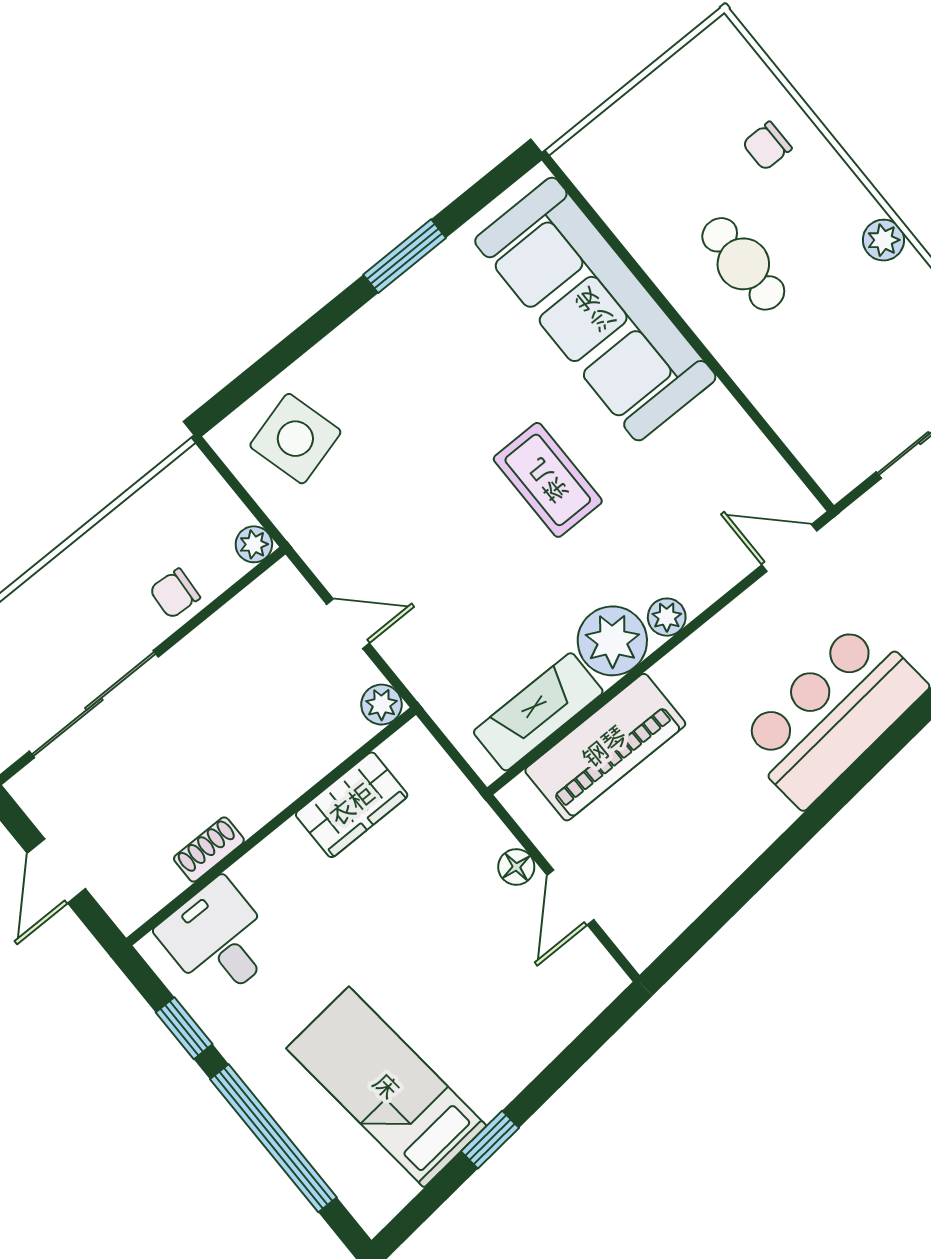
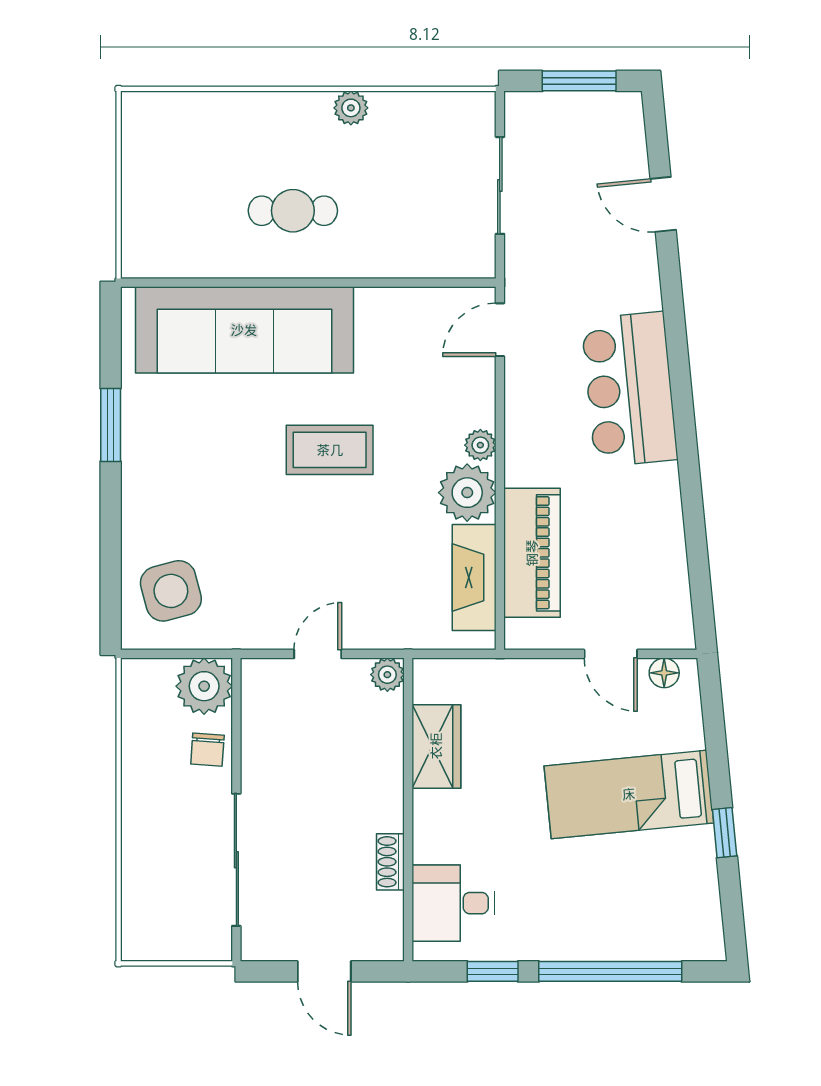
chair: (767, 146) -> (229, 134), removed
plant: (254, 544) -> (204, 686), width x1.87, depth x1.87
floor lamp: (516, 867) -> (664, 673), moved
bed: (386, 1087) -> (629, 794), moved

